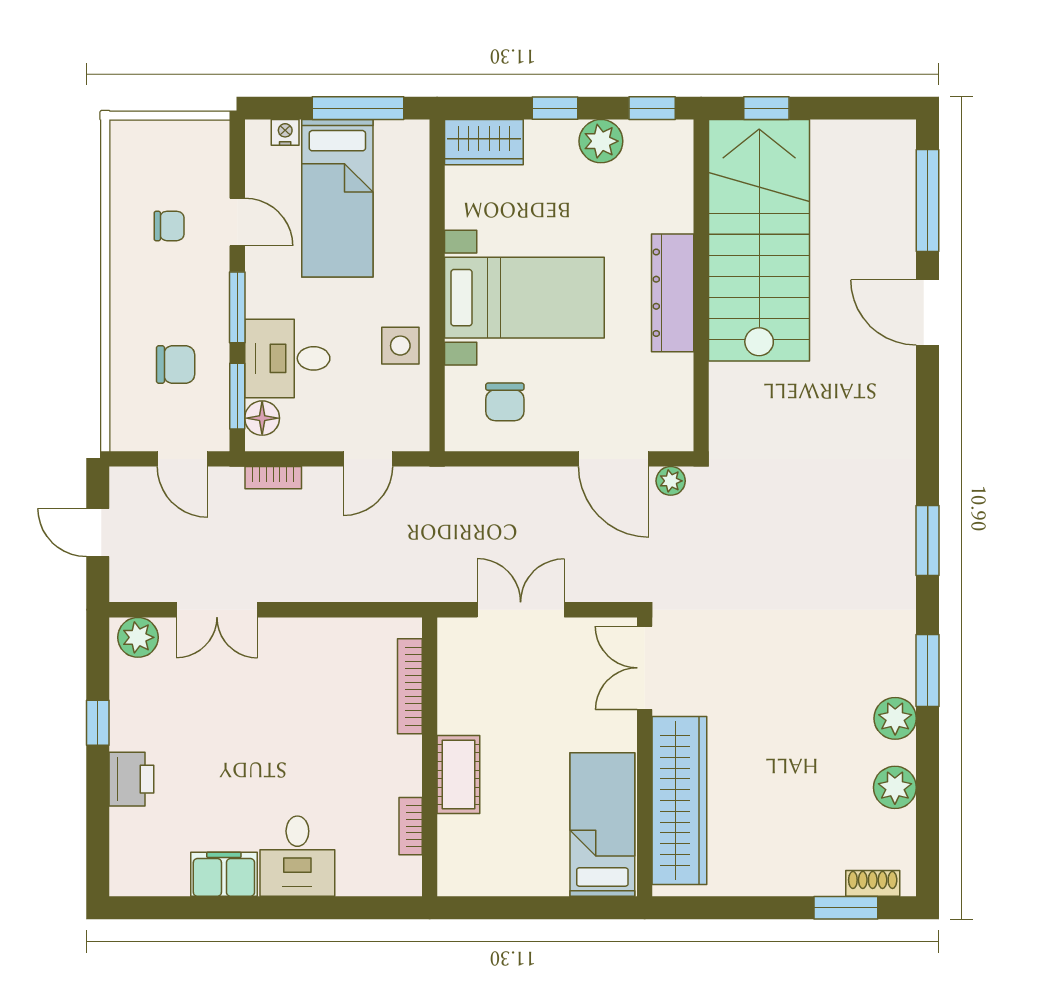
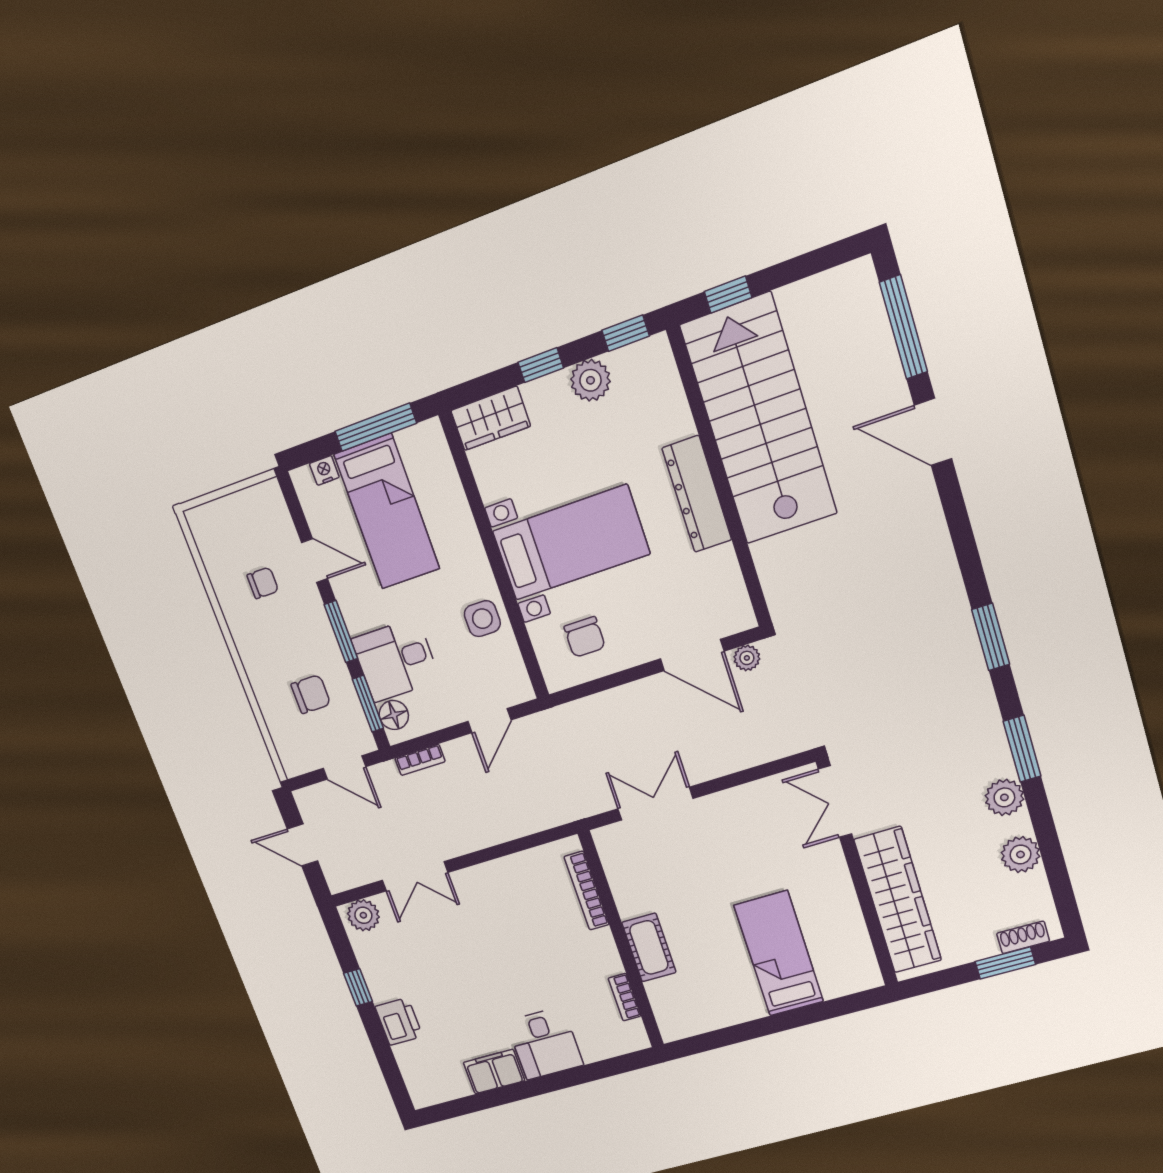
double door: (645, 668) -> (835, 802), moved
wall: (645, 757) -> (857, 874), moved
wardrobe: (679, 800) -> (898, 900), moved

